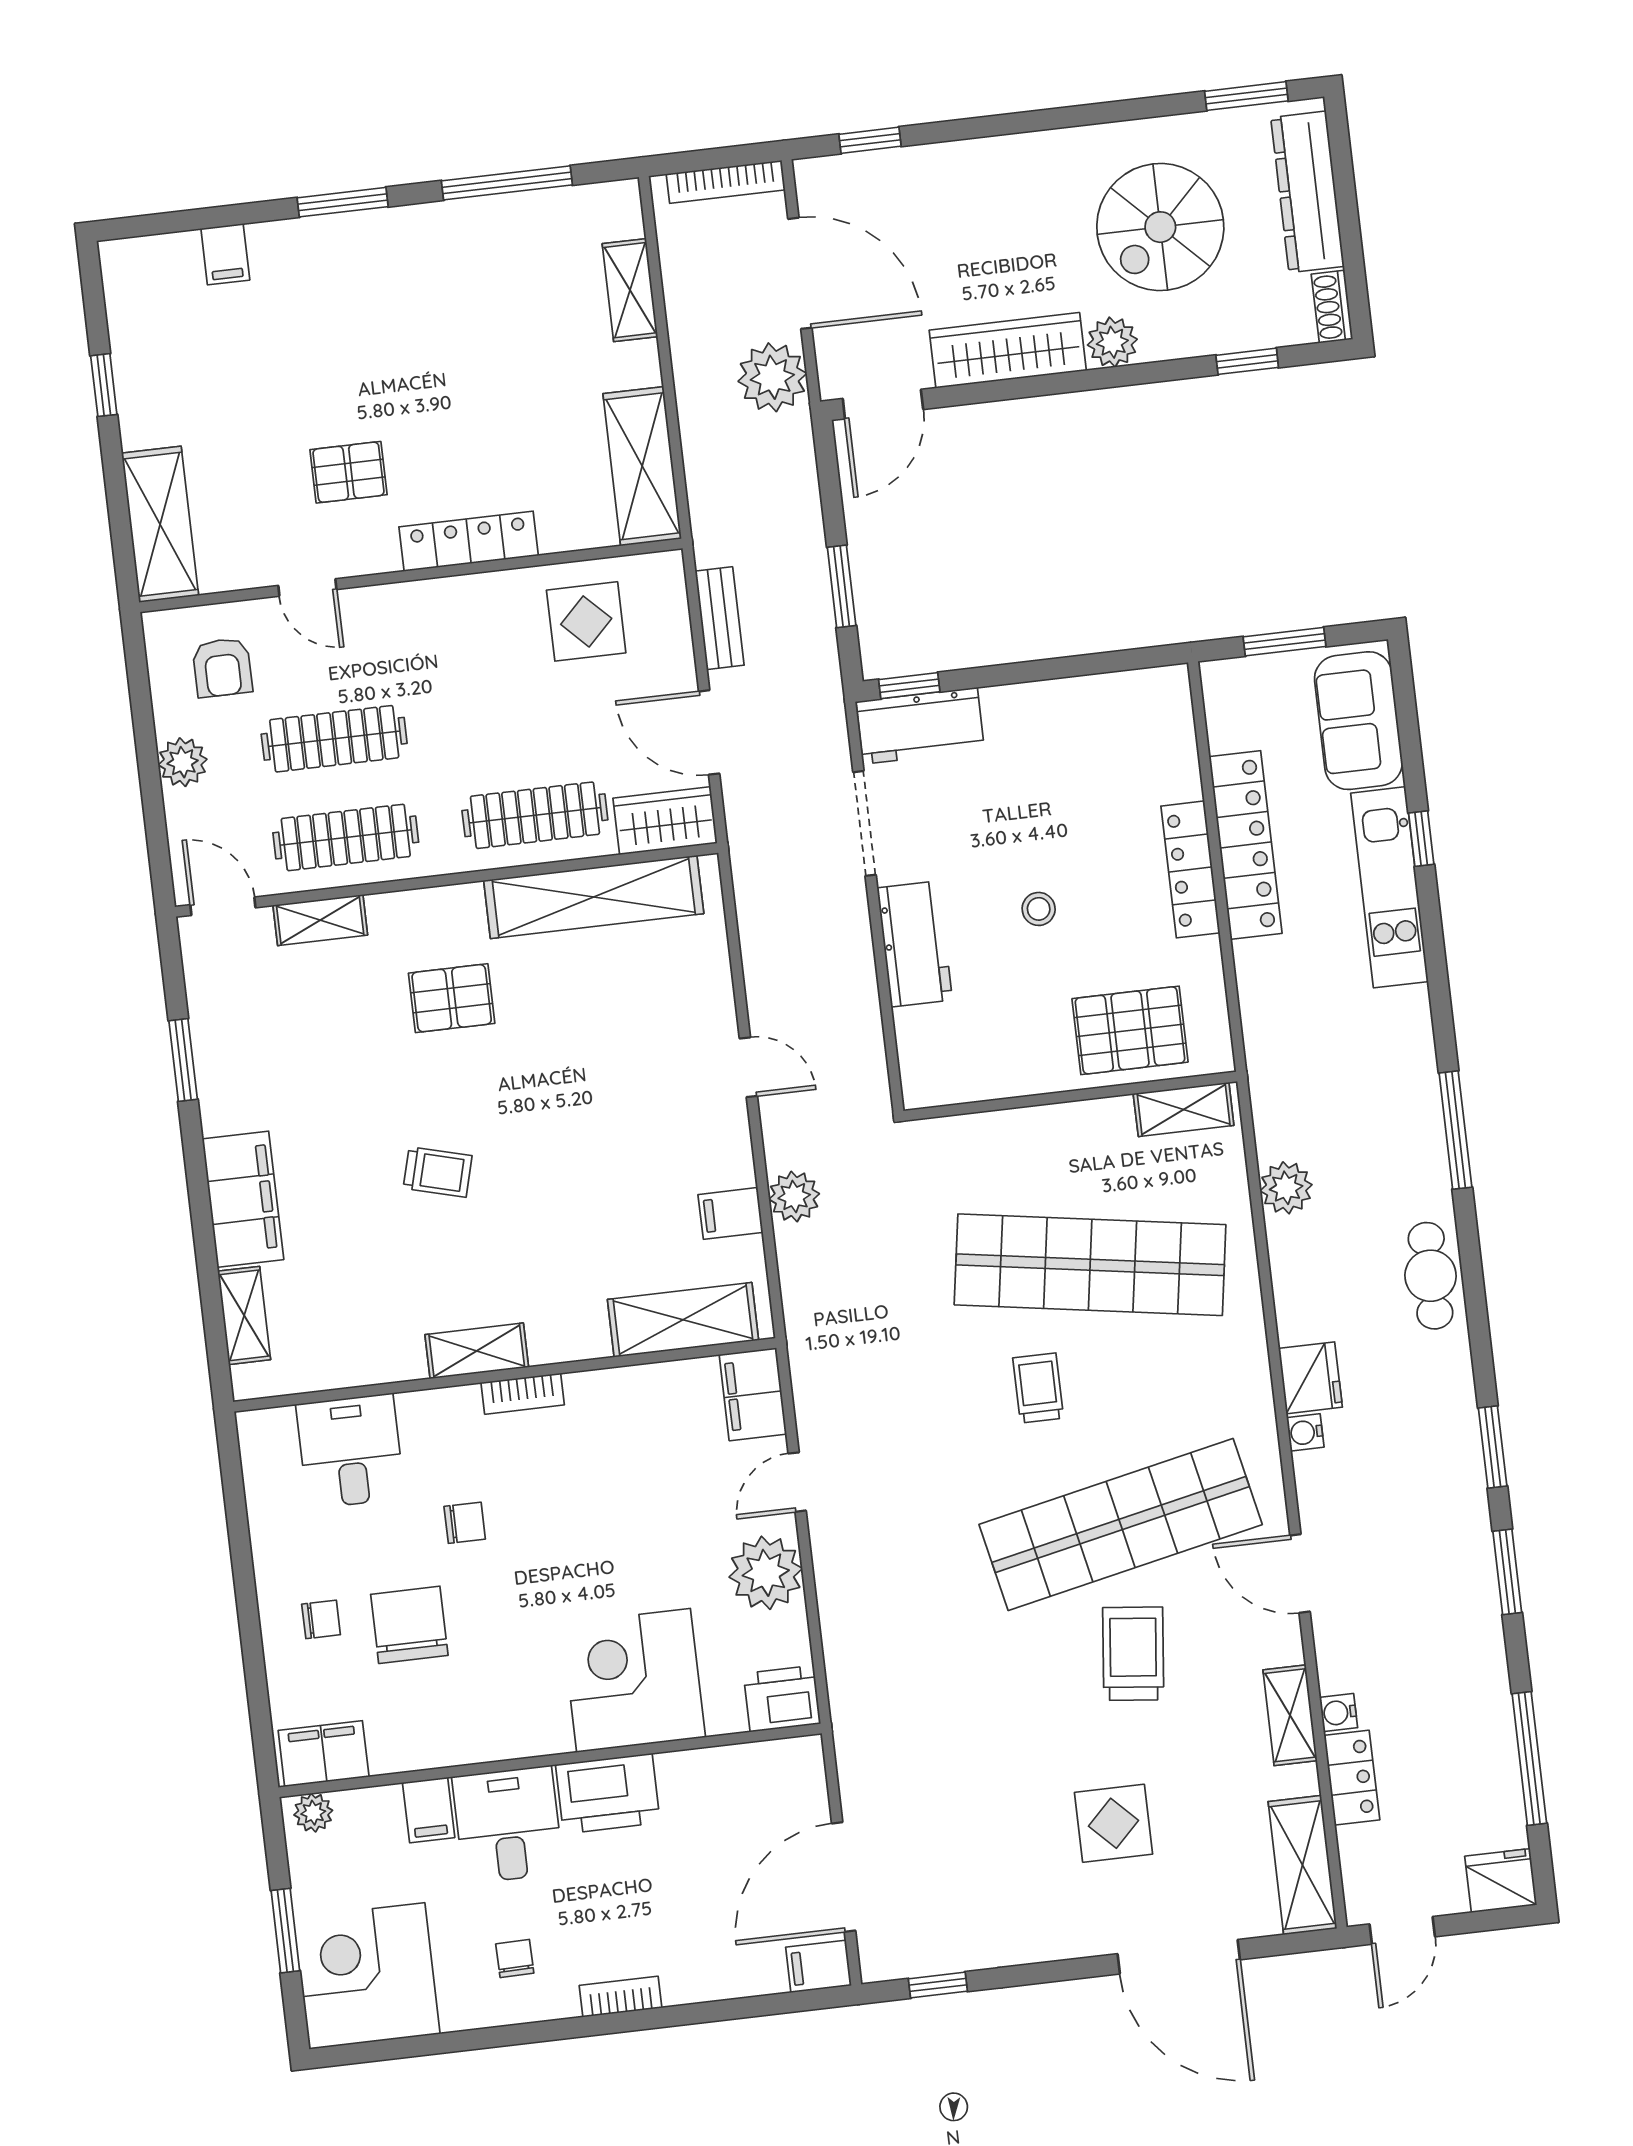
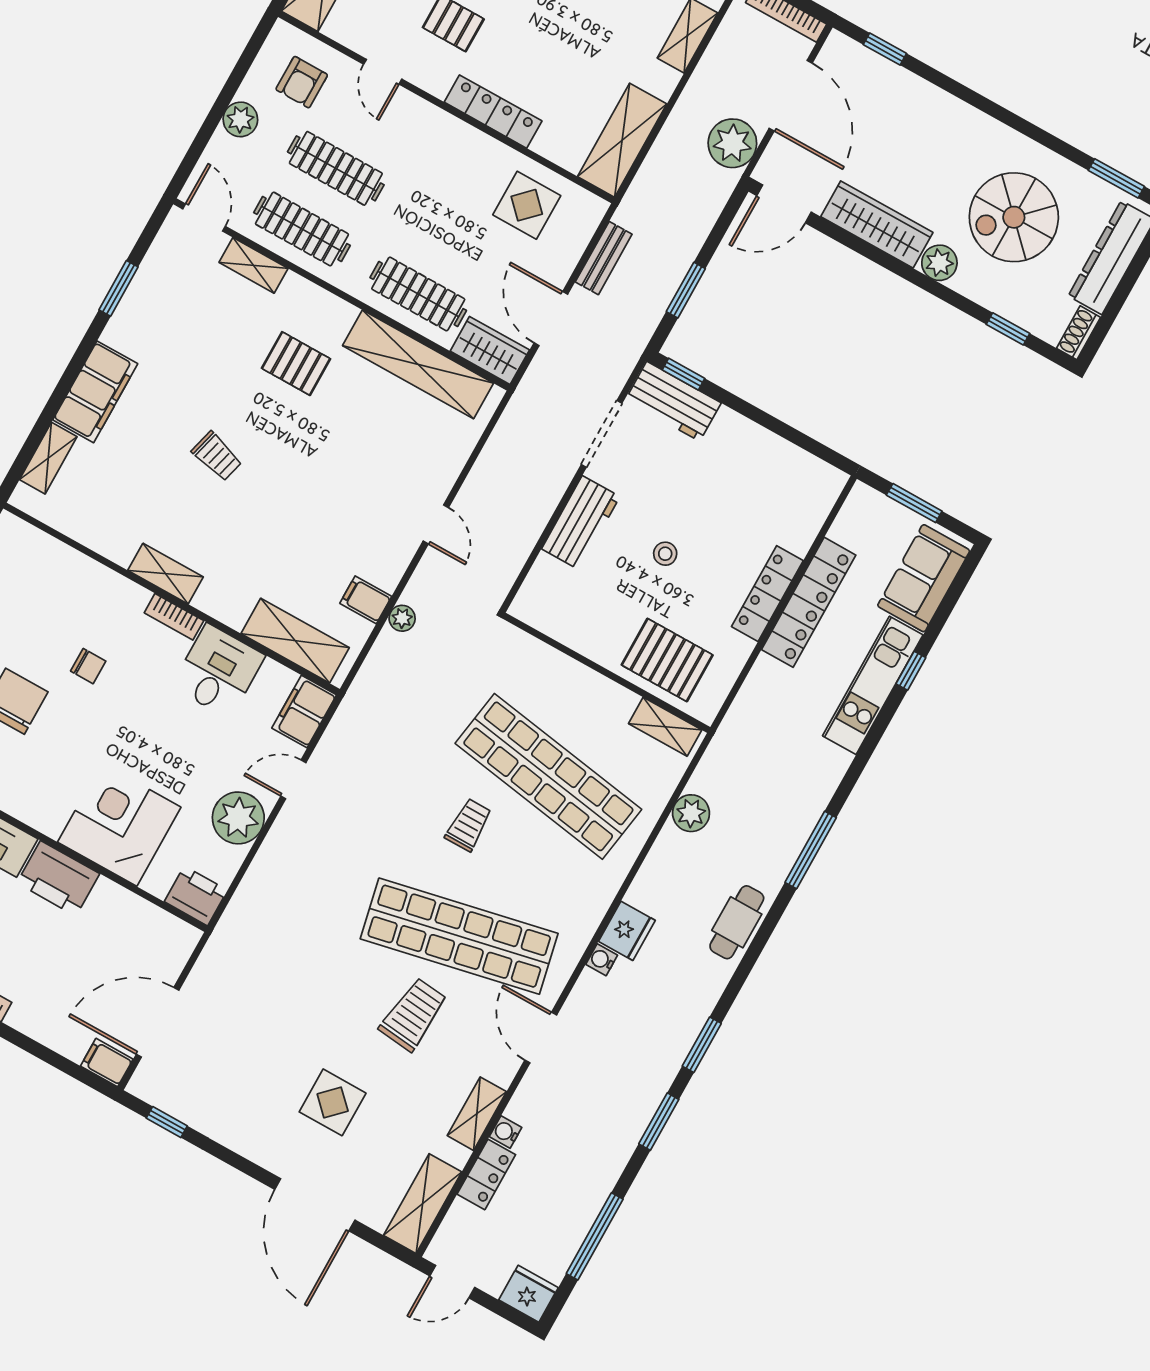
plant: (794, 1197) -> (402, 618), width x0.73, depth x0.73
desk: (350, 1451) -> (218, 671), moved

